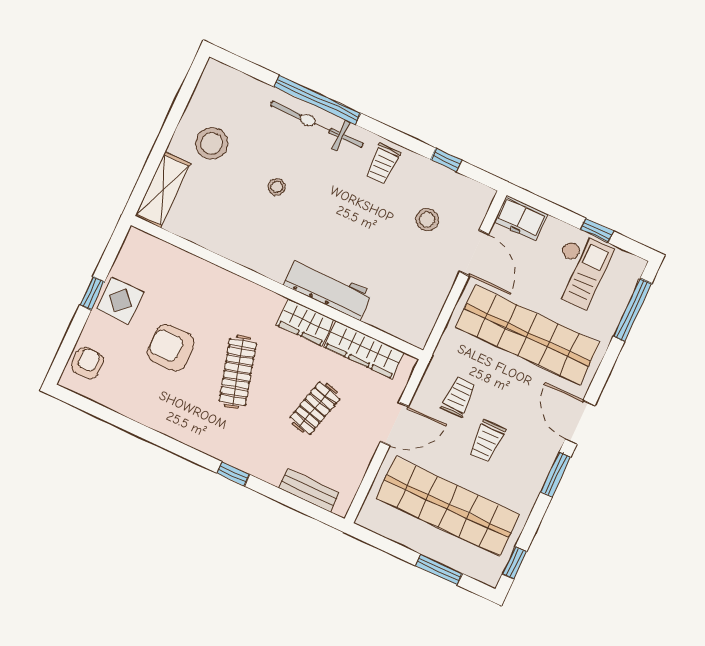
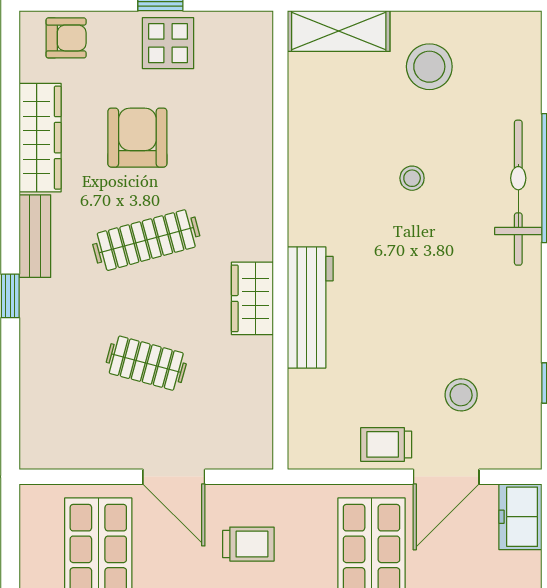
trolley: (383, 164) -> (386, 444), moved
wardrobe: (364, 350) -> (40, 138), moved, turned 180
bench: (309, 490) -> (35, 236), moved

